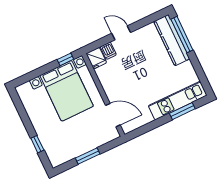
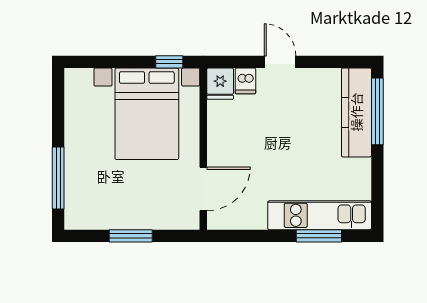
door: (113, 115) -> (203, 189), hinge flipped
window: (37, 144) -> (58, 178), width x2.17

